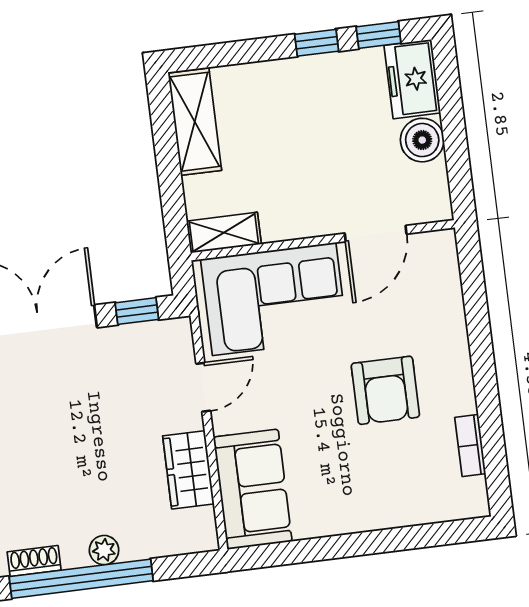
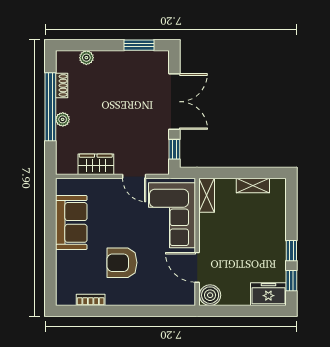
shelving: (195, 122) -> (253, 185), width x0.67, depth x0.75
boiler: (422, 140) -> (210, 295), moved
sofa: (253, 489) -> (71, 222), moved, turned -90

